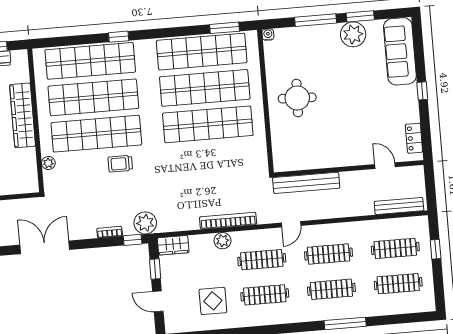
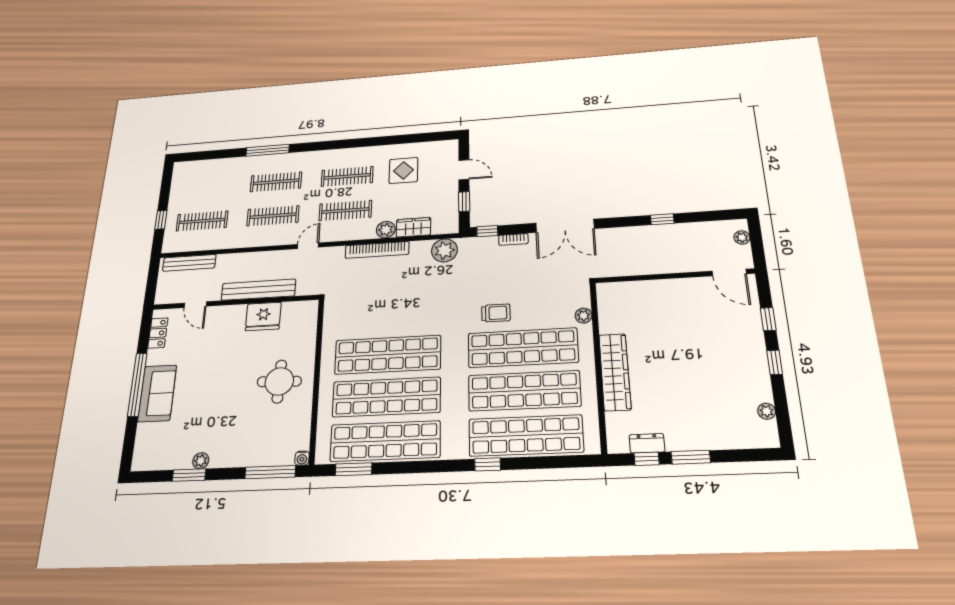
window: (316, 20) -> (270, 472), moved
plant: (353, 34) -> (201, 461), width x0.53, depth x0.53
sofa: (400, 51) -> (157, 393), moved, width x0.73
window: (422, 91) -> (137, 385), width x3.17
fridge: (321, 156) -> (263, 316), added
bench: (306, 183) -> (258, 290), moved
plant: (145, 223) -> (444, 250), moved
wardrobe: (173, 245) -> (413, 227), moved
double door: (45, 247) -> (565, 226), moved
clothes rail: (398, 284) -> (206, 187), removed

